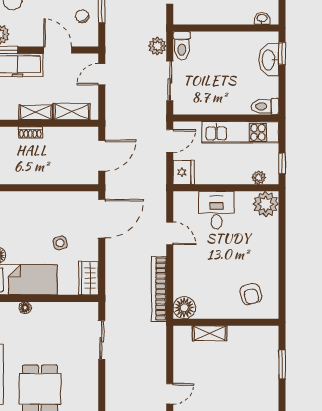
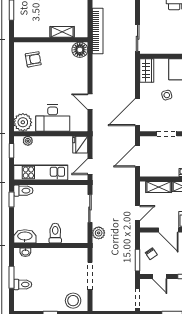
toilet: (182, 46) -> (55, 233), moved
window: (282, 53) -> (11, 199), moved
washbasin: (269, 60) -> (25, 236), moved, turned -90
doorway: (60, 188) -> (167, 134), added
desk: (217, 210) -> (53, 118), width x1.37
bookcase: (159, 289) -> (98, 31), moved
armchair: (251, 294) -> (33, 59), turned 95
sliding door: (102, 340) -> (138, 38), moved

